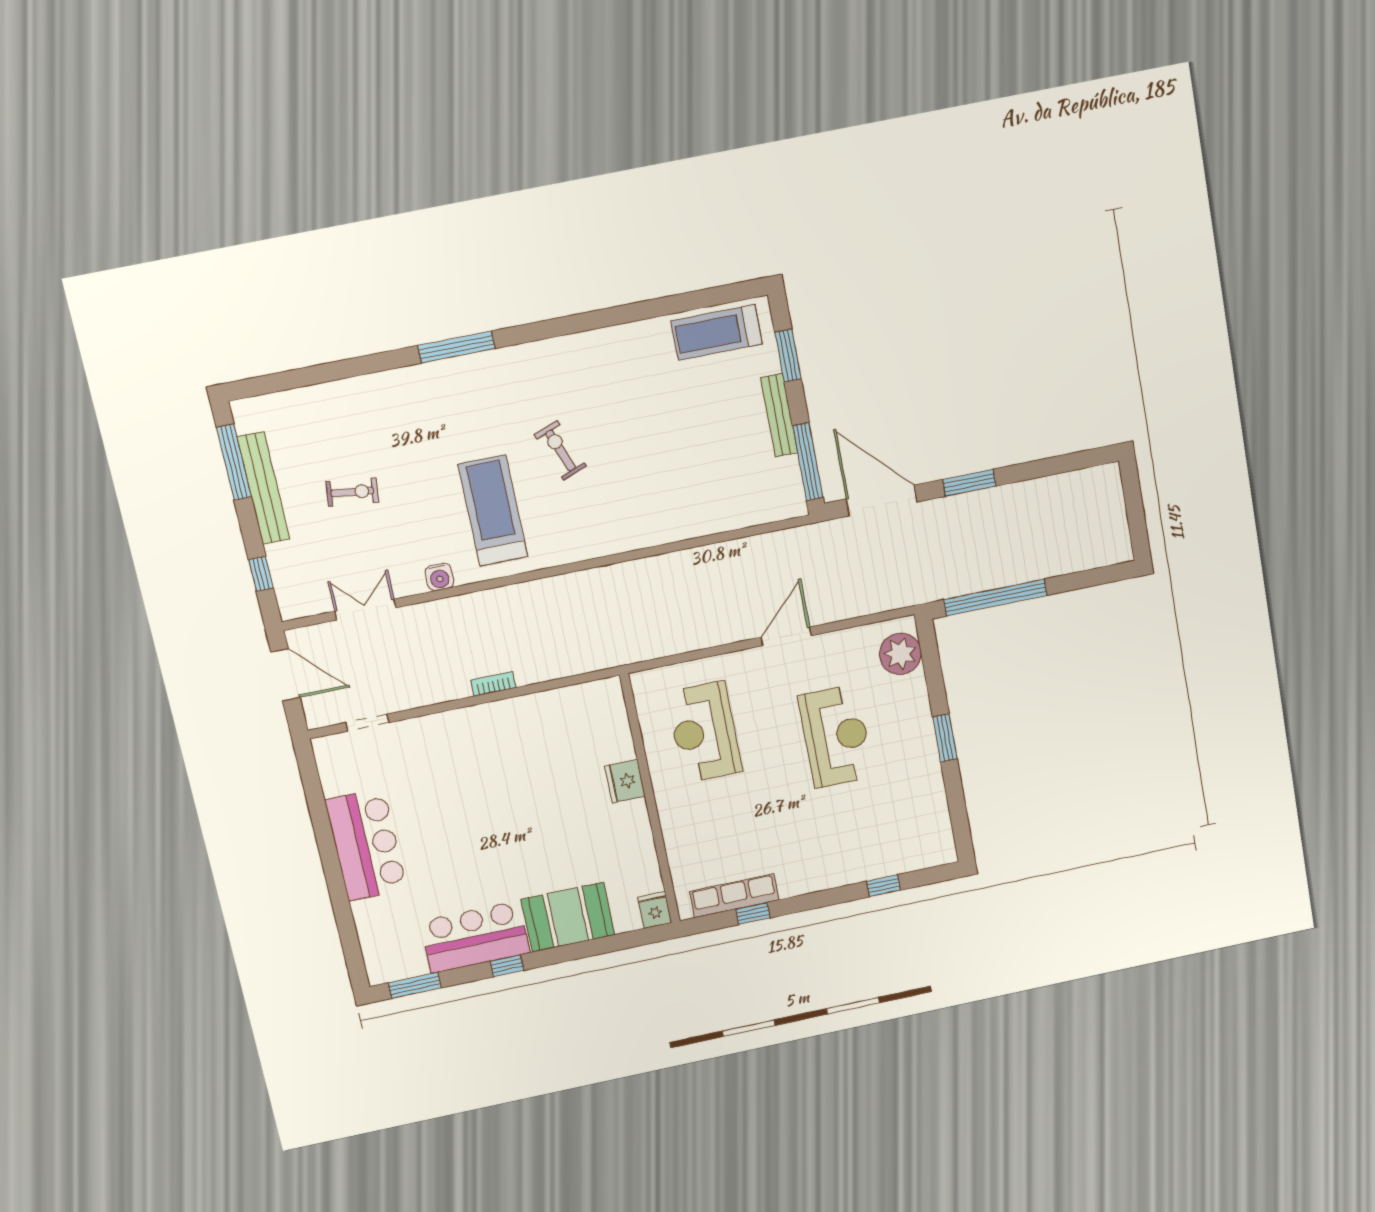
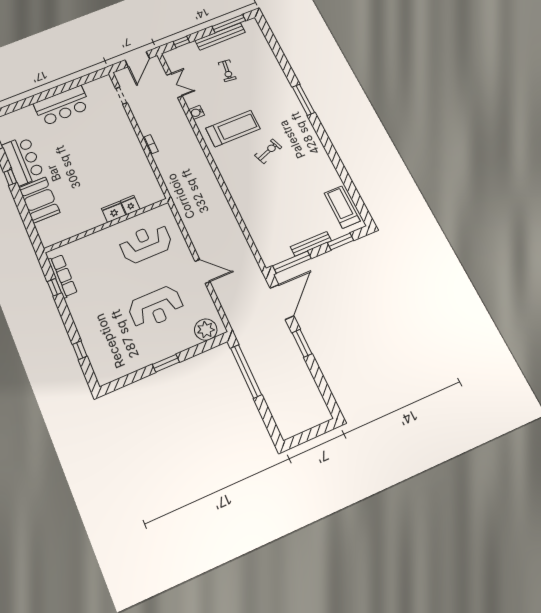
fridge: (655, 910) -> (130, 205), moved, turned -90

